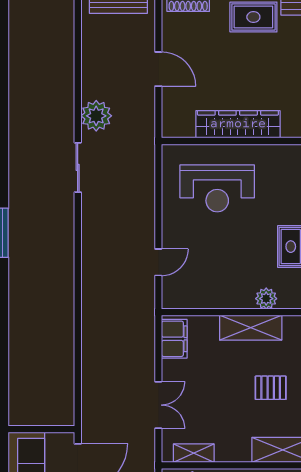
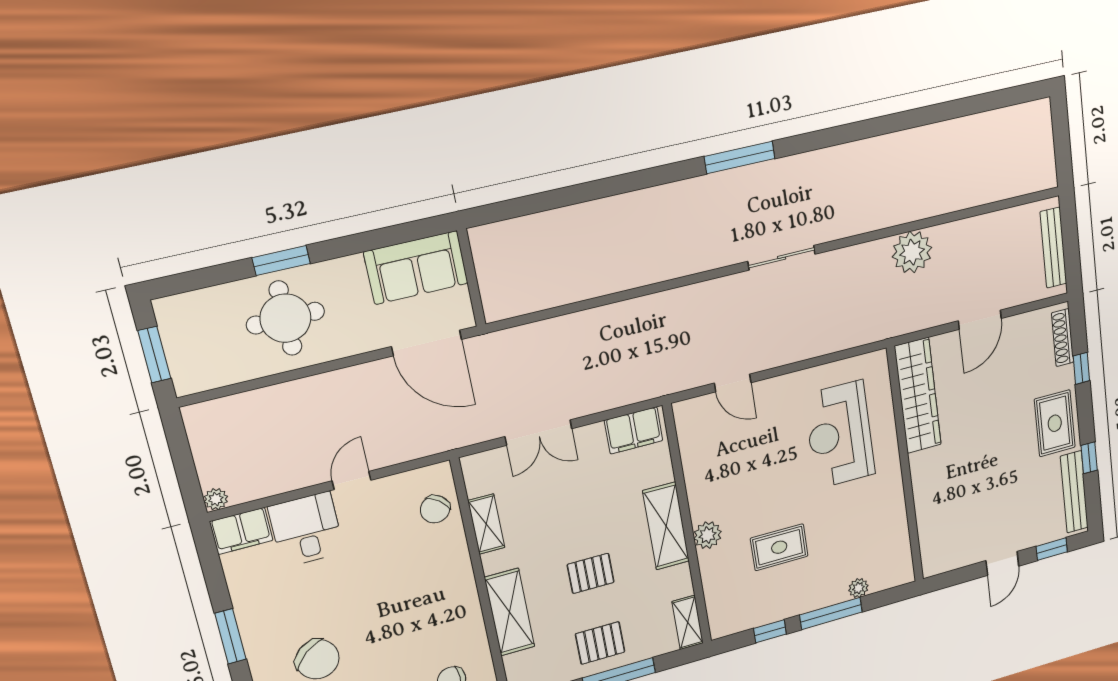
wardrobe: (238, 124) -> (918, 396), moved
sliding door: (78, 167) -> (782, 258), moved
pallet: (271, 388) -> (591, 573), turned 90
shelving: (194, 453) -> (486, 524), moved

